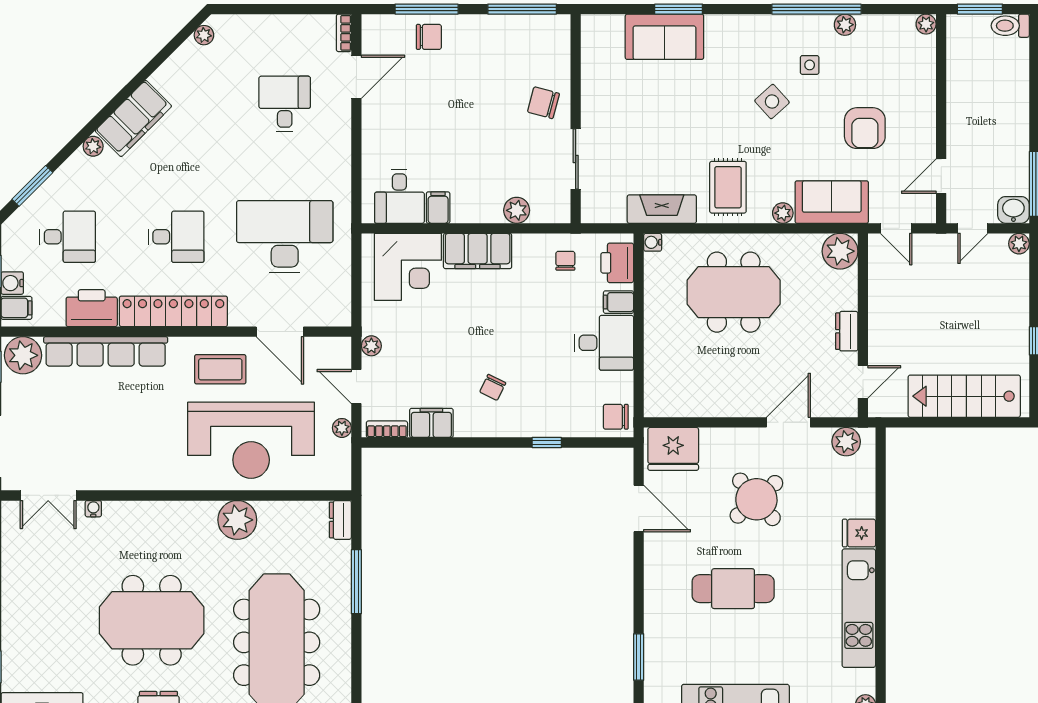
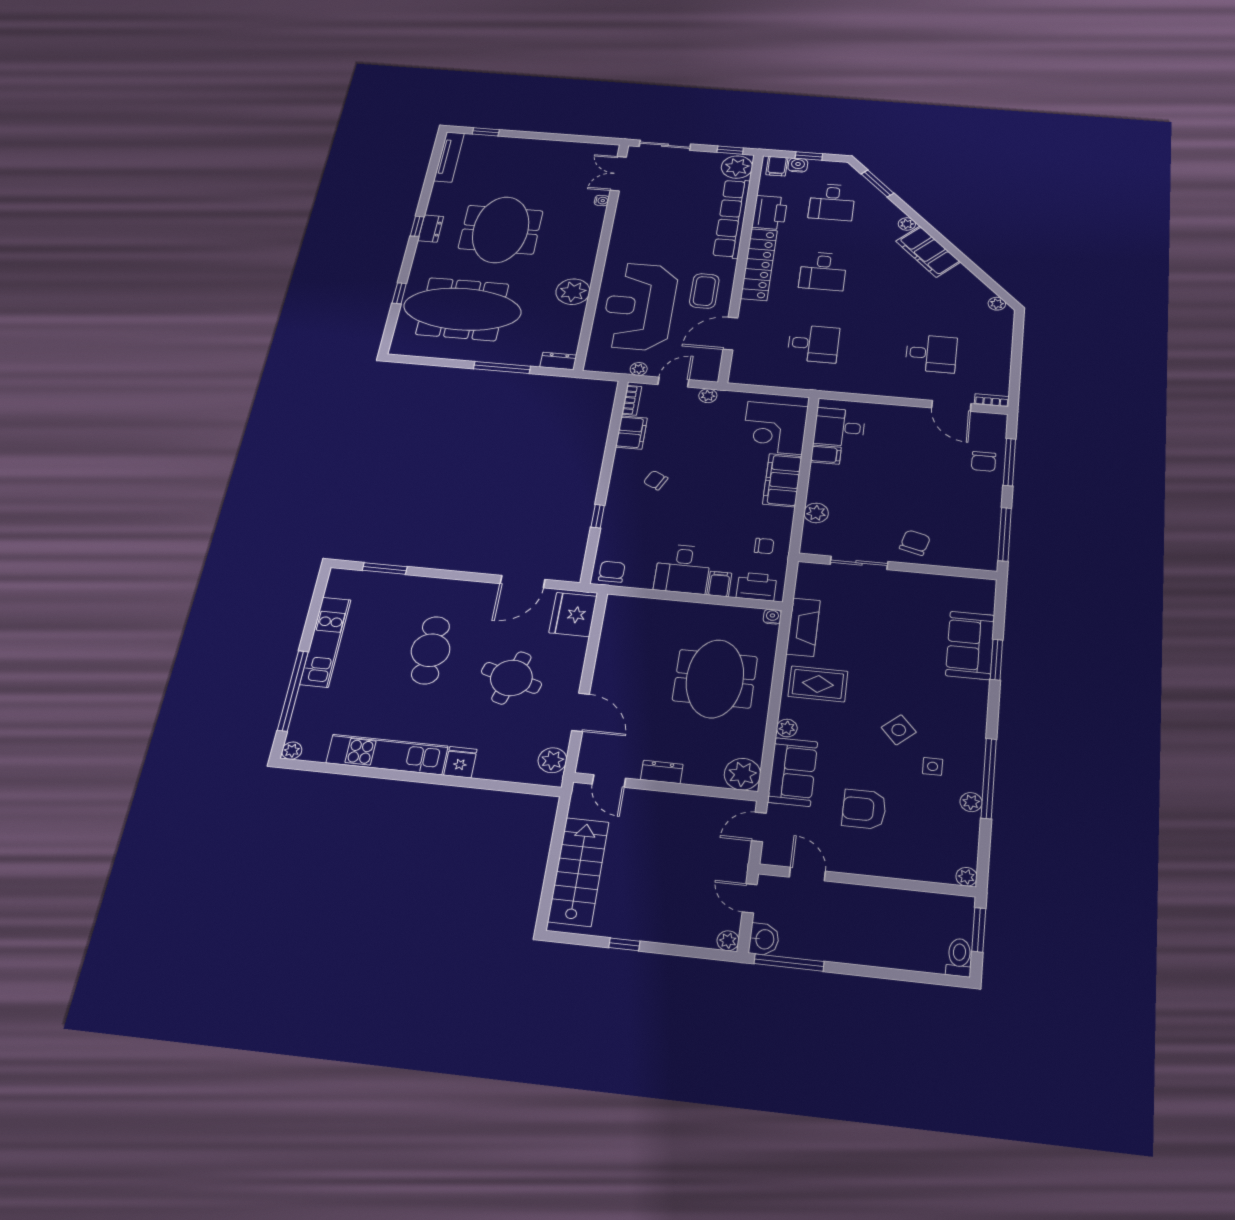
desk: (285, 237) -> (813, 344), width x0.53, depth x0.77
round table: (756, 499) -> (511, 678), turned -32

